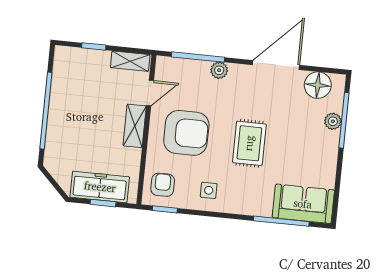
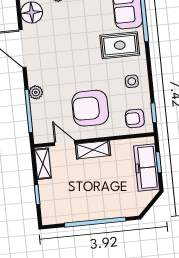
armchair: (186, 133) -> (90, 108), turned -90
rug: (249, 143) -> (120, 45), moved

